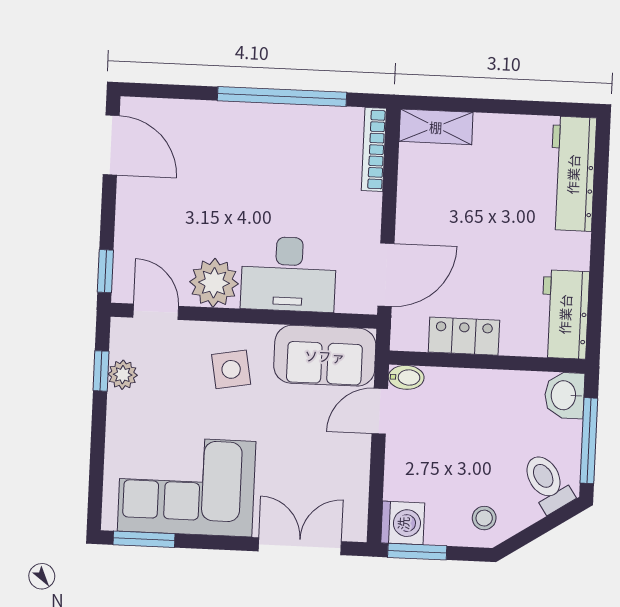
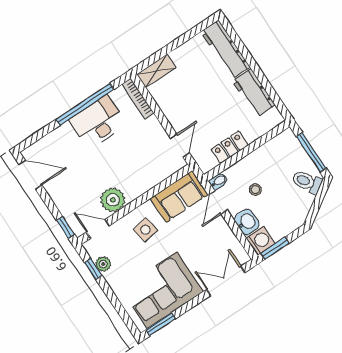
desk: (289, 274) -> (98, 122), moved, turned 180
door: (386, 275) -> (180, 146), width x0.73
workbench: (565, 314) -> (254, 93), moved
washbasin: (565, 395) -> (247, 222), moved, turned 180
stool: (484, 518) -> (255, 190), moved

